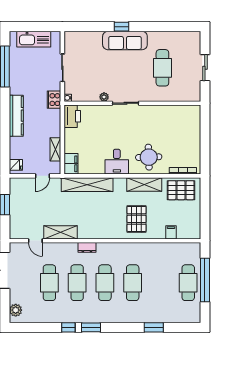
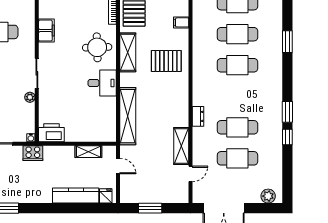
kitchen counter: (16, 116) -> (76, 195), moved
filing cabinet: (71, 164) -> (46, 31), moved, turned 90
cafe table: (105, 283) -> (237, 34), moved

